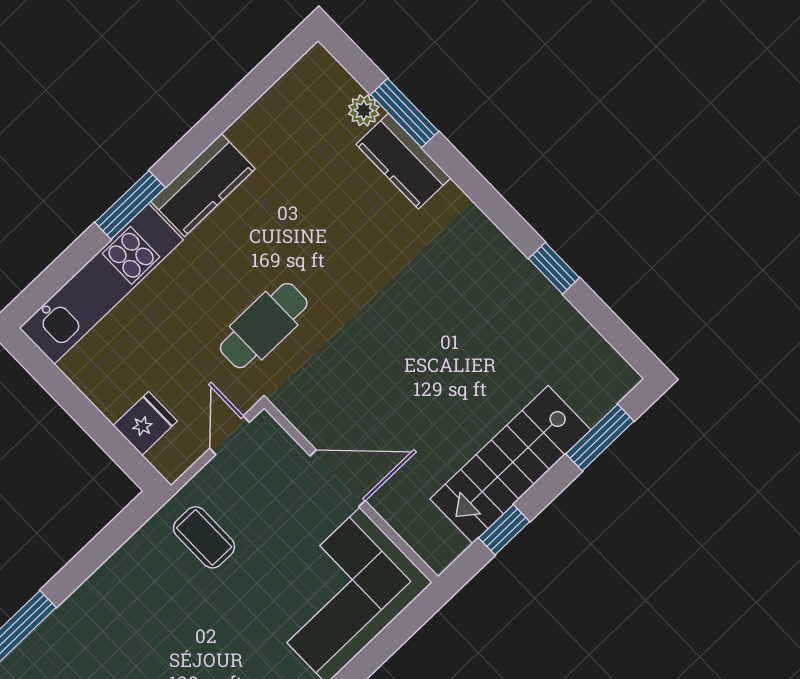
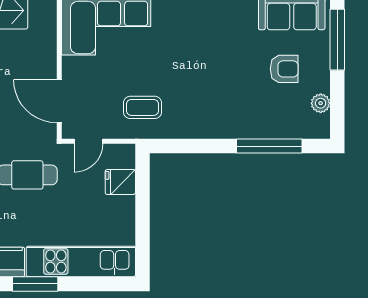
door: (338, 478) -> (59, 101), moved
coffee table: (204, 537) -> (143, 107), turned 90

